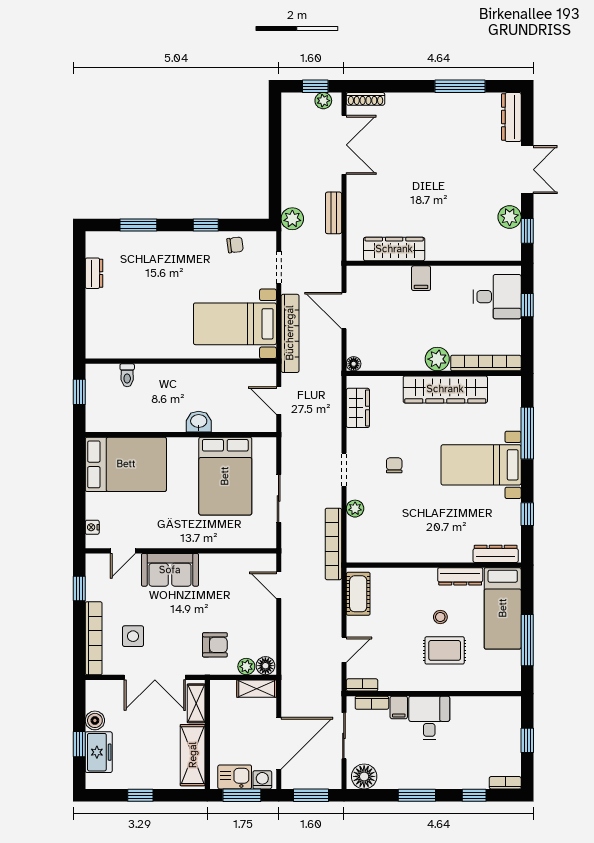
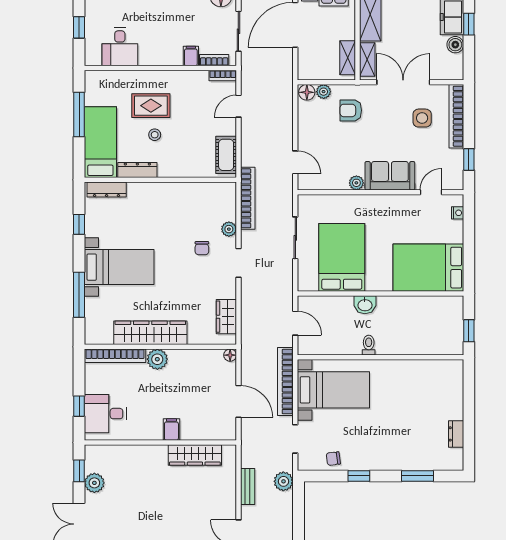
toilet: (127, 375) -> (369, 345), moved
chair: (394, 465) -> (202, 248), moved
plant: (209, 562) -> (356, 183), added
shelving: (257, 689) -> (348, 58), moved, turned 90
desk: (429, 718) -> (120, 47), moved

